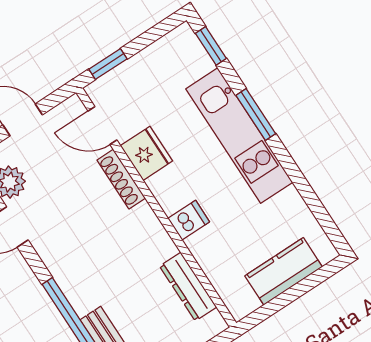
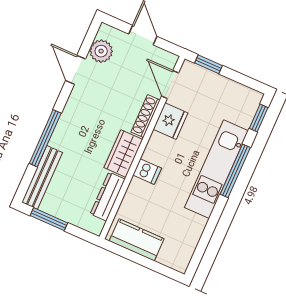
window: (256, 114) -> (235, 171), width x1.44
wardrobe: (149, 235) -> (123, 154), added
kitchen counter: (284, 271) -> (137, 240), moved

